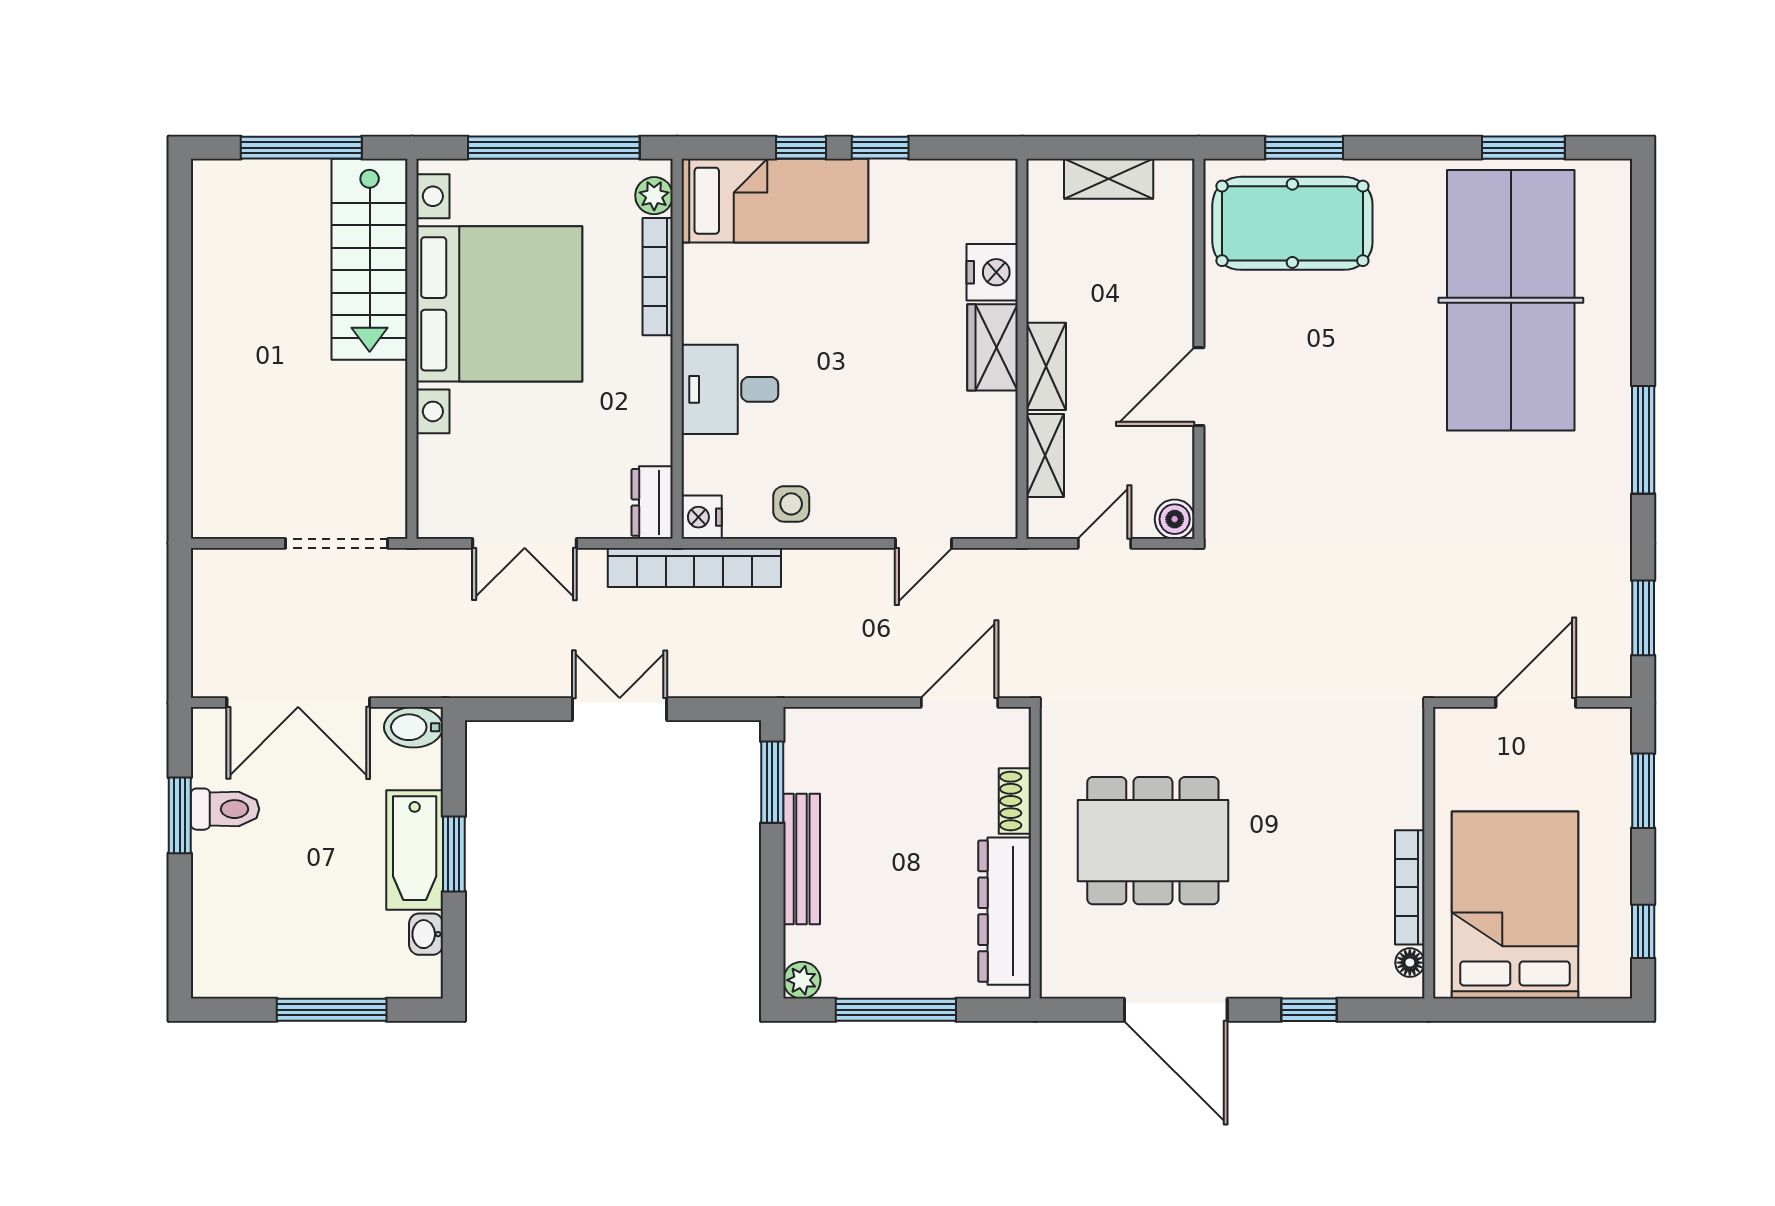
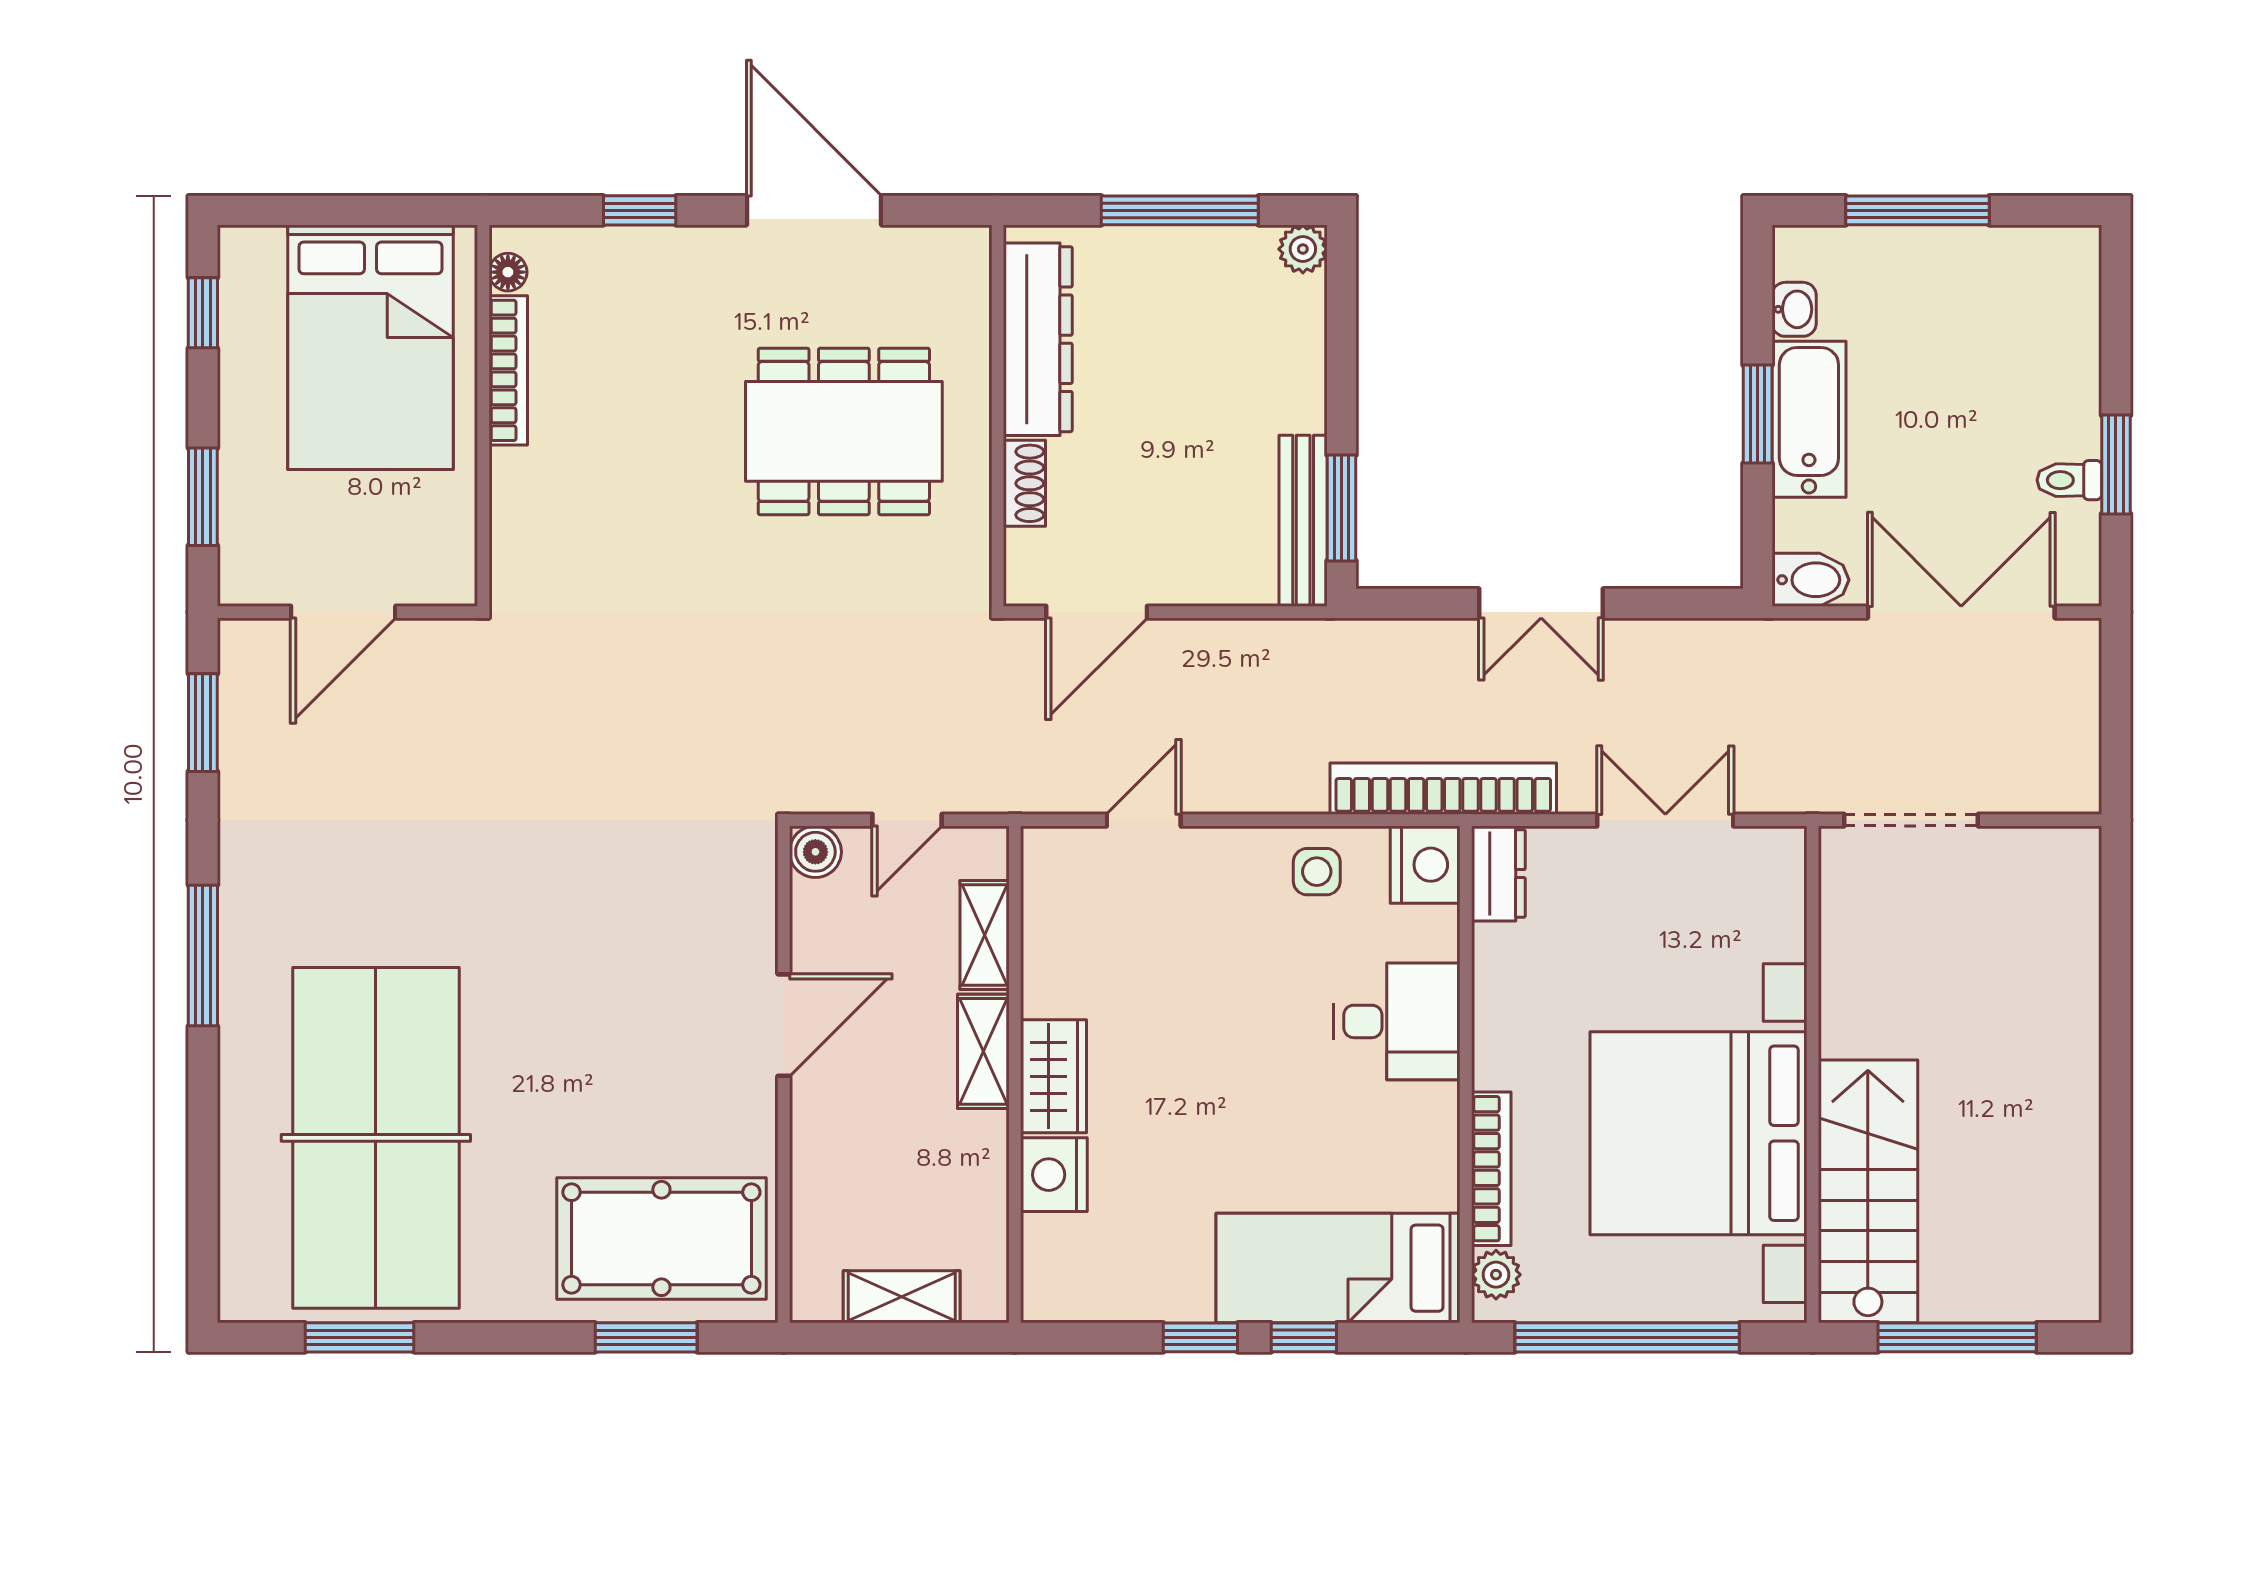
nightstand: (702, 517) -> (1425, 865), width x1.36, depth x1.33
toilet: (225, 809) -> (2069, 480), width x0.73, depth x0.72
bench: (802, 859) -> (1303, 521), moved

